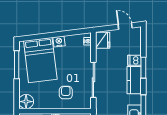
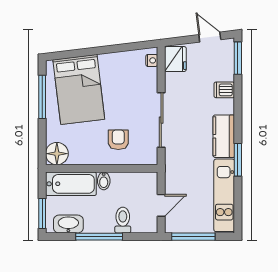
nightstand: (59, 42) -> (108, 61), removed
window: (143, 68) -> (238, 58), moved
kitchen counter: (134, 80) -> (224, 136), moved

